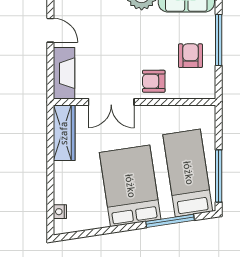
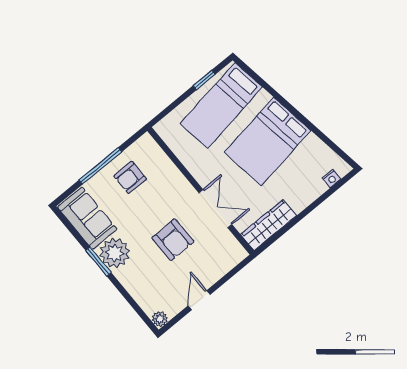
fireplace: (64, 73) -> (223, 263), removed
armchair: (154, 81) -> (173, 240), moved, width x1.38, depth x1.38
window: (219, 176) -> (204, 80), width x0.46
window: (170, 221) -> (269, 89), removed

